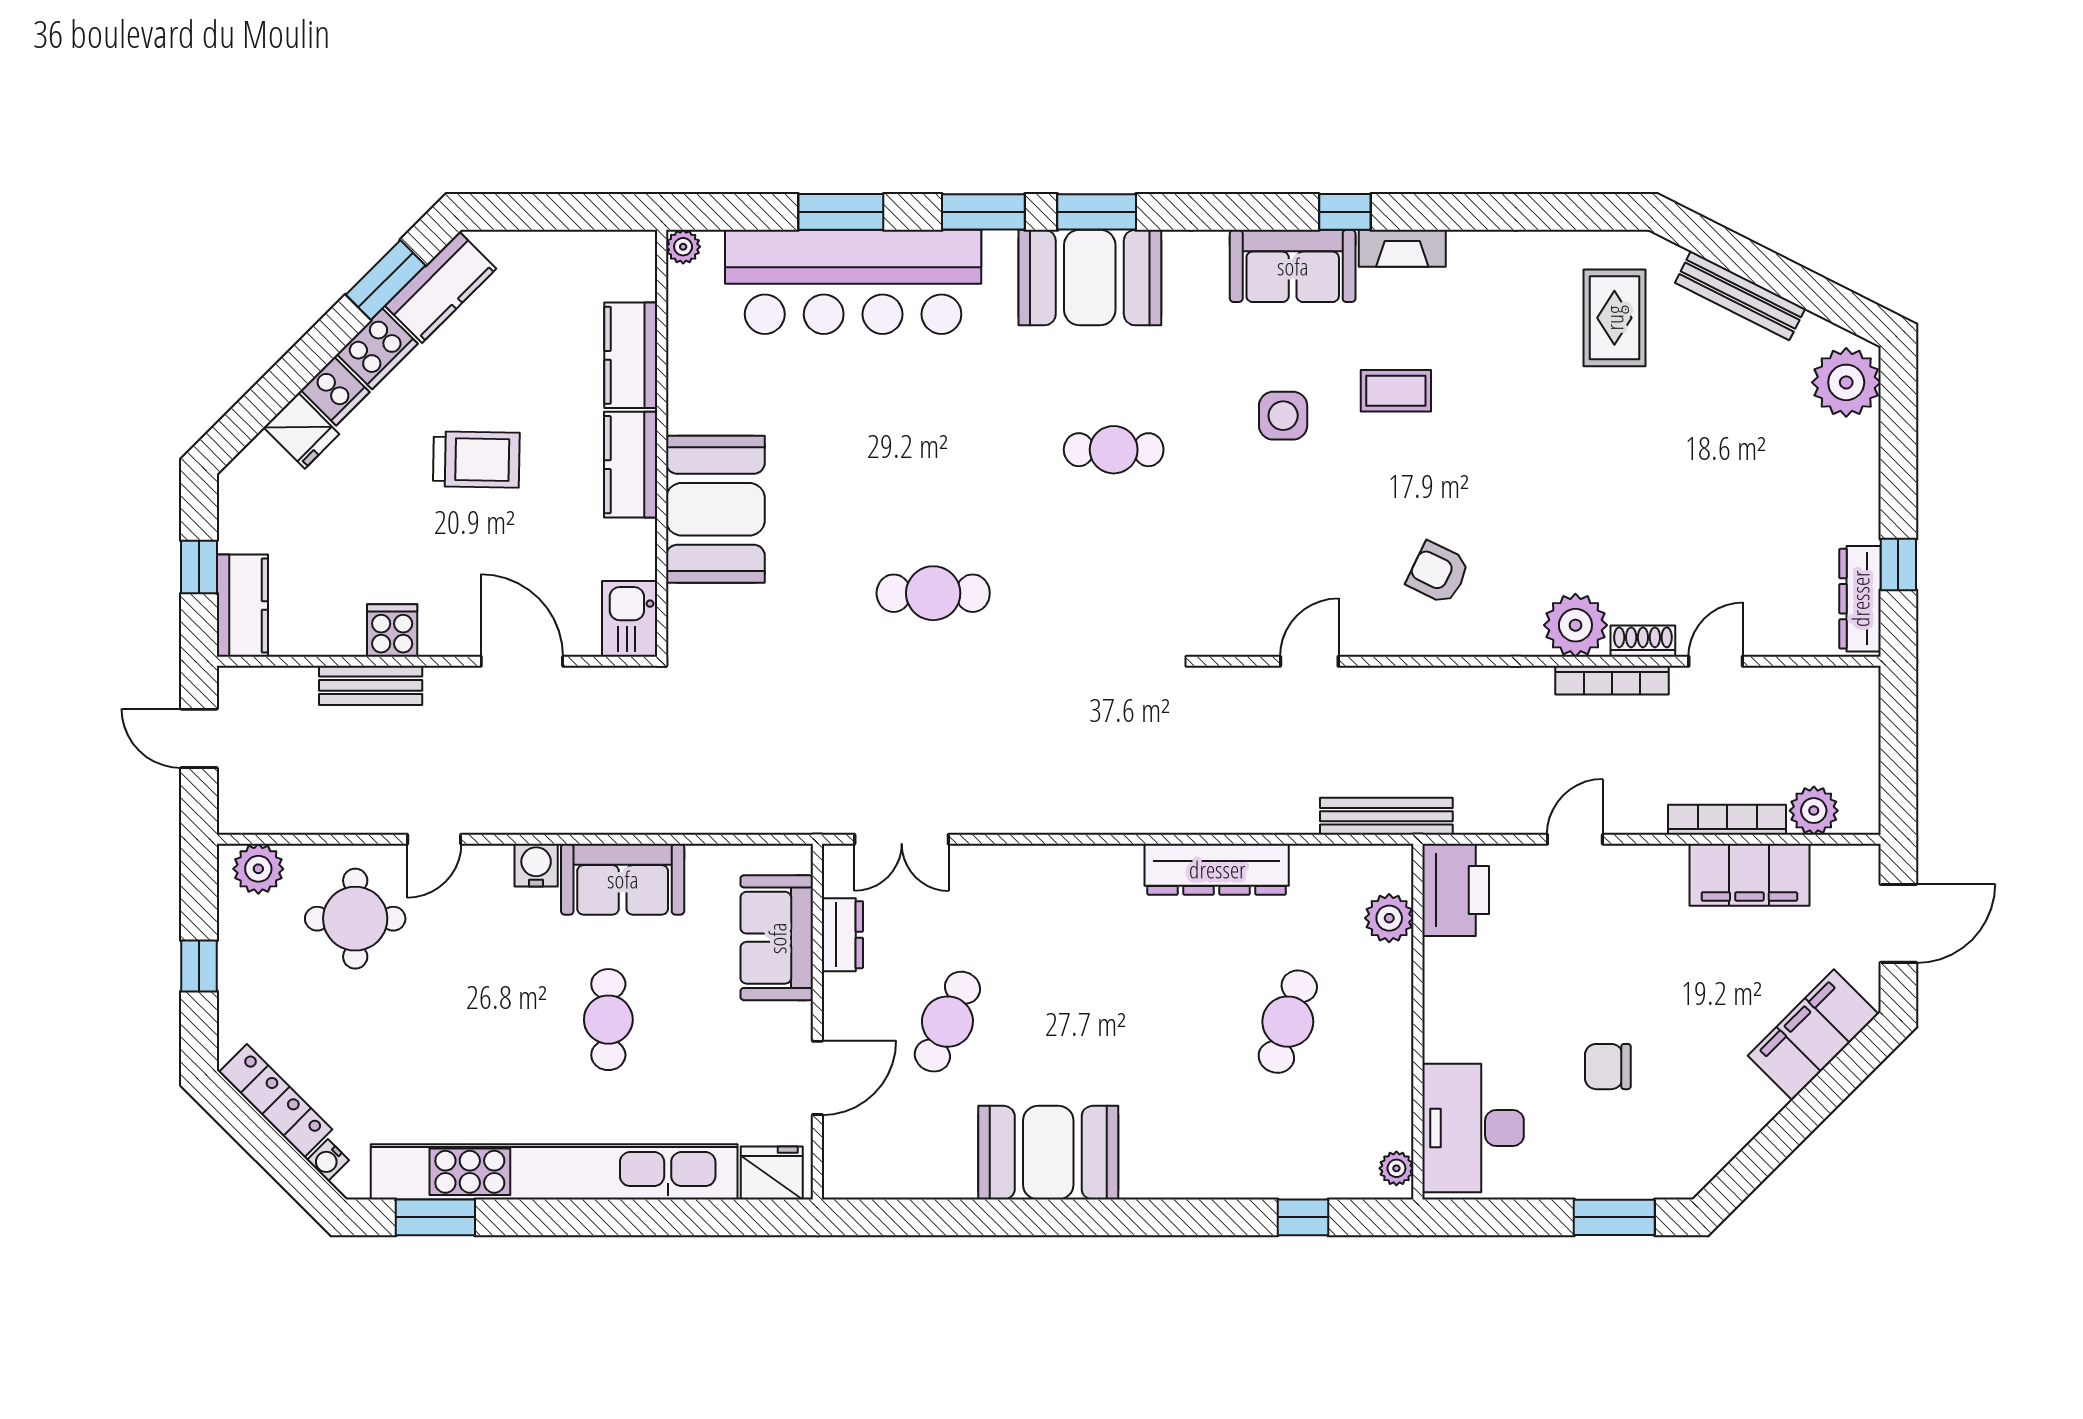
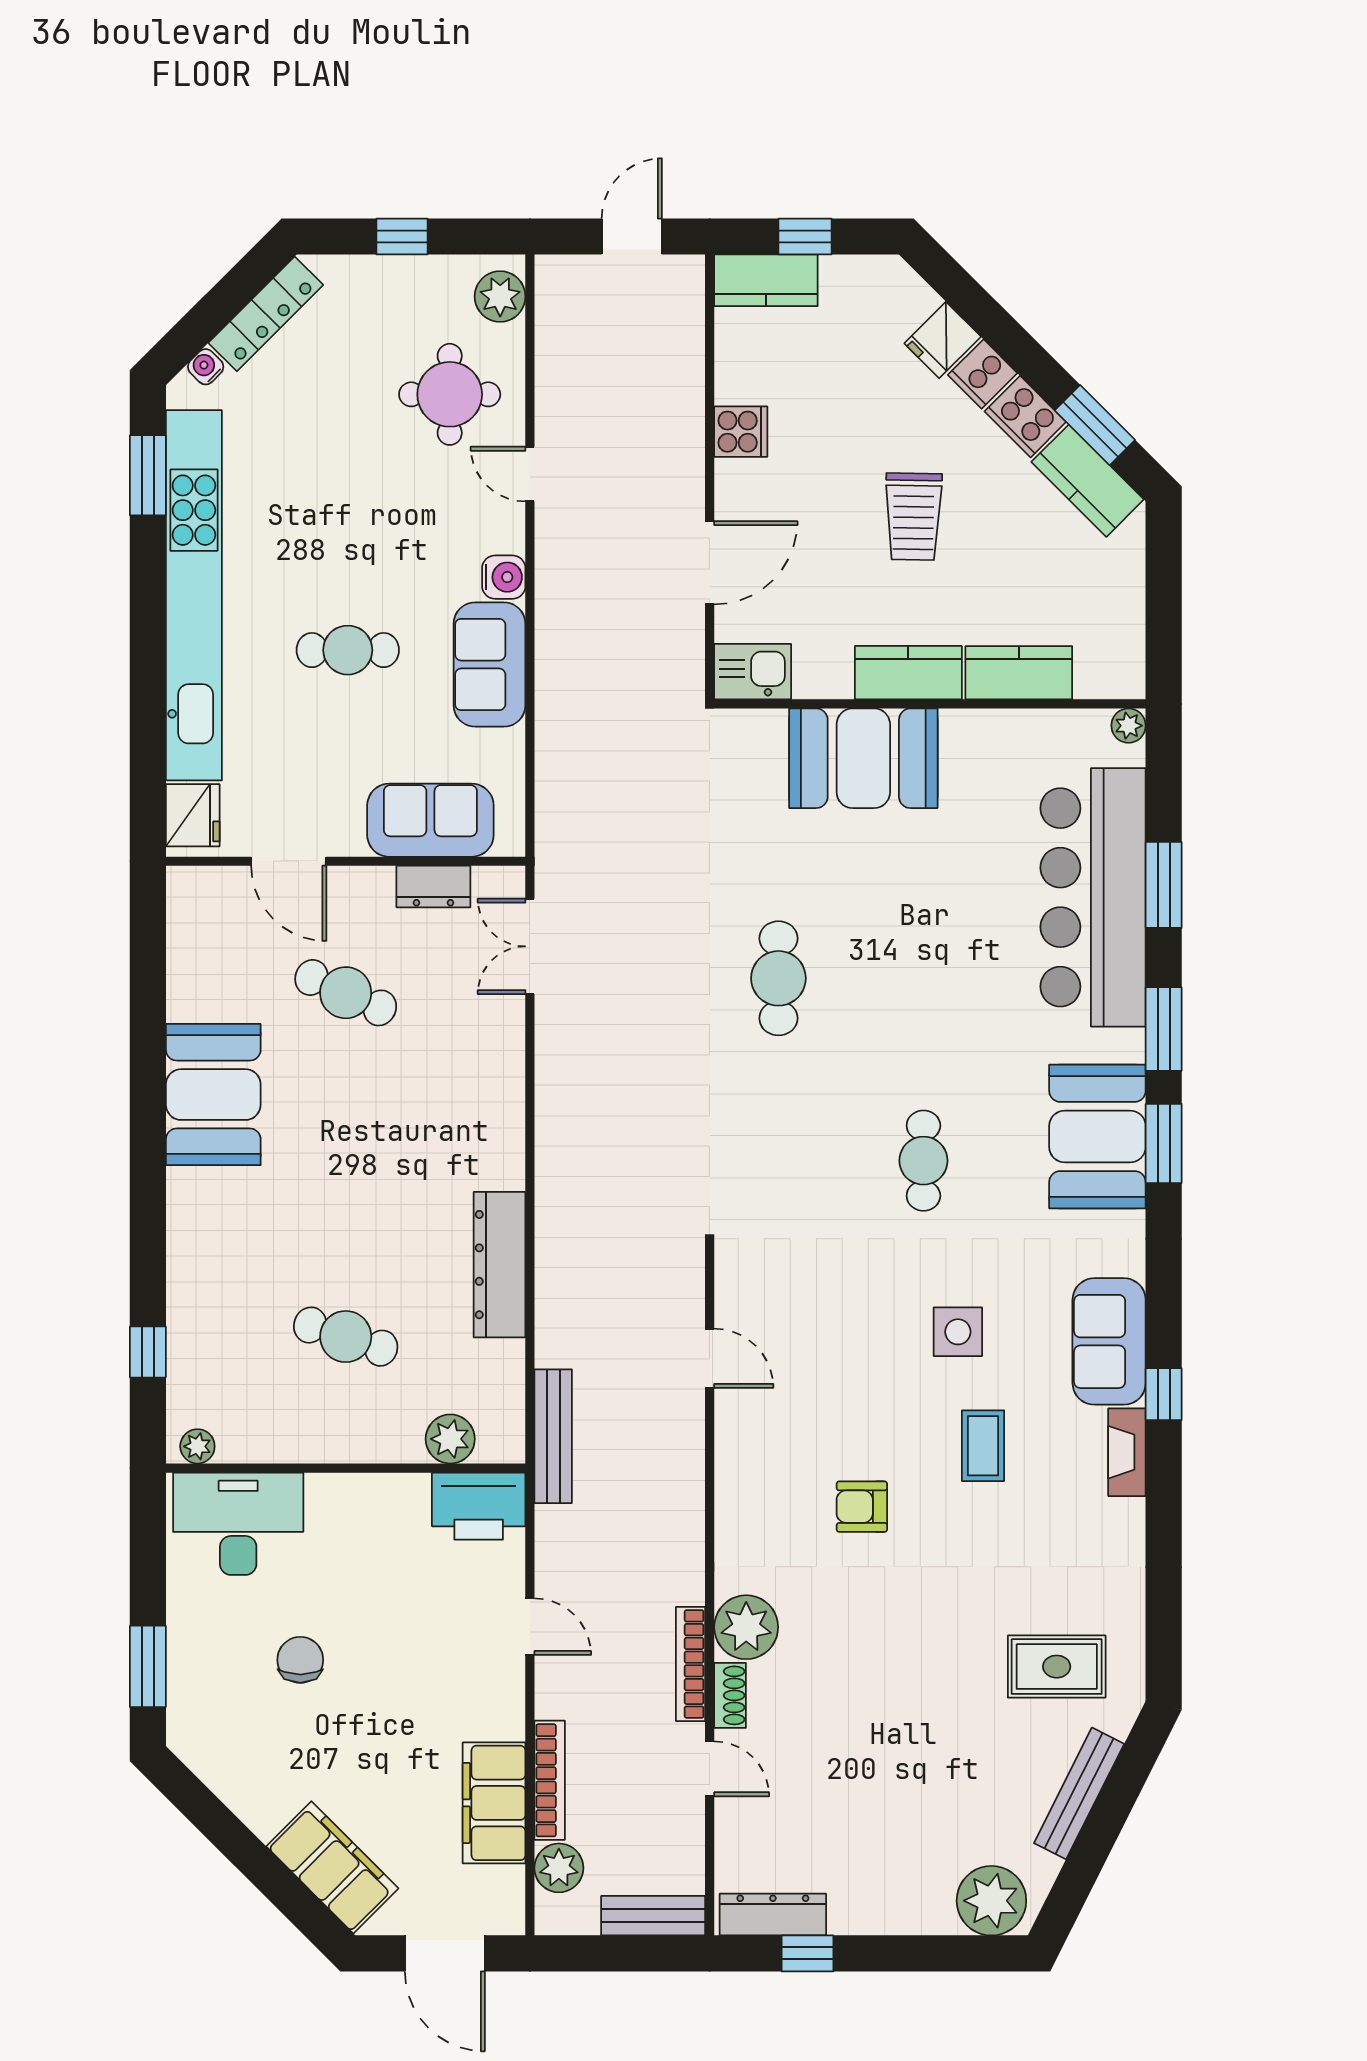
armchair: (1438, 573) -> (862, 1507), moved, turned -116
bench: (371, 685) -> (653, 1916), moved, turned 90

